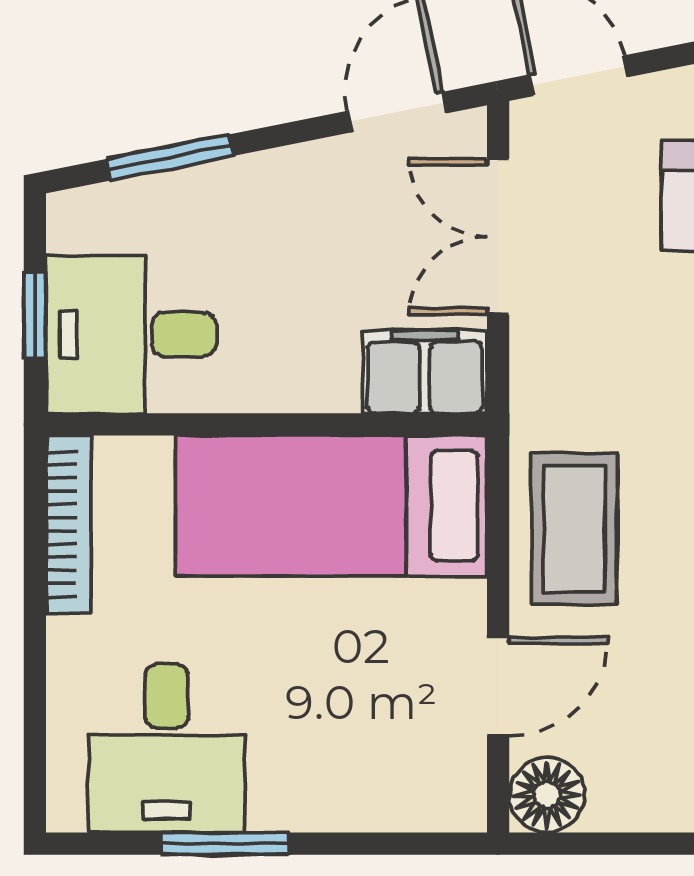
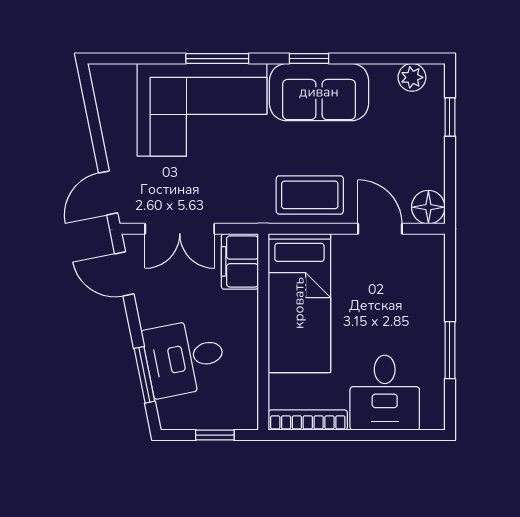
desk: (131, 334) -> (185, 358), moved, turned 79
desk: (167, 748) -> (385, 393), moved, turned 90

